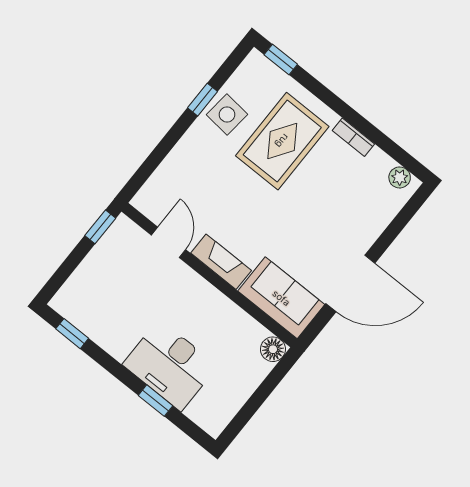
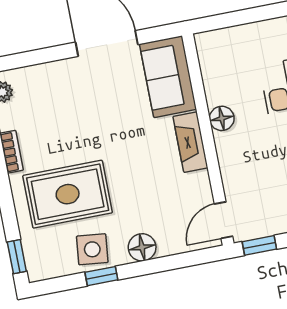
floor lamp: (190, 149) -> (142, 247), added
door: (168, 242) -> (224, 220), moved
floor lamp: (273, 349) -> (222, 118), moved

